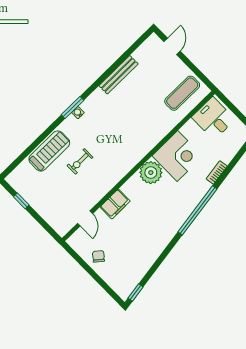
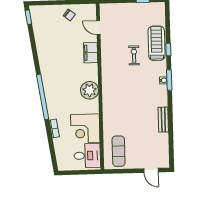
bench: (118, 75) -> (163, 120), width x0.73
window: (45, 135) -> (168, 49), added
treadmill: (49, 151) -> (157, 43), turned 180
corner desk: (177, 156) -> (85, 128), moved

